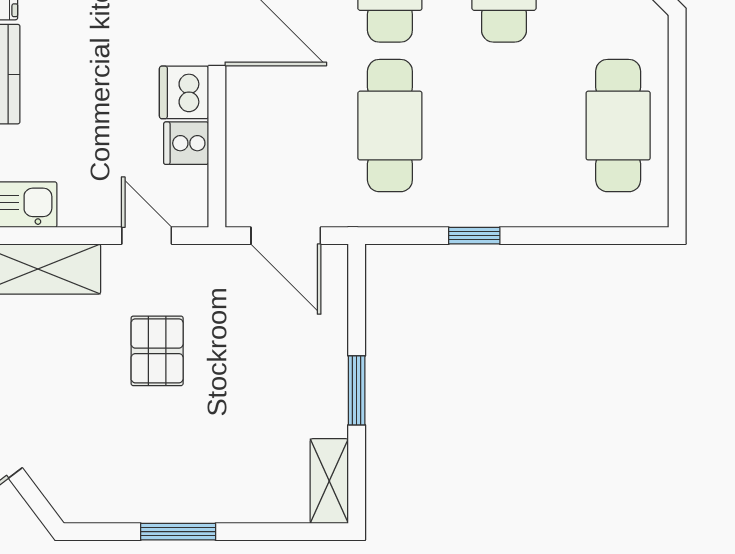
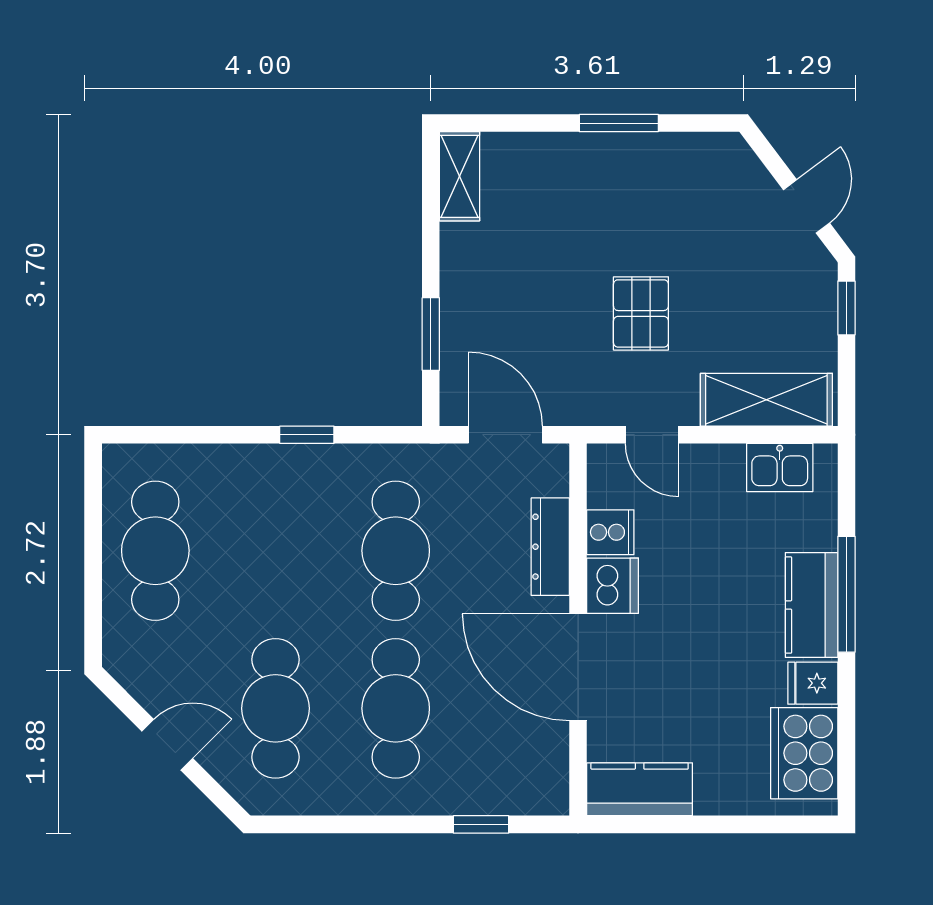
dresser: (243, 129) -> (550, 547), added
window: (357, 390) -> (431, 334), moved

